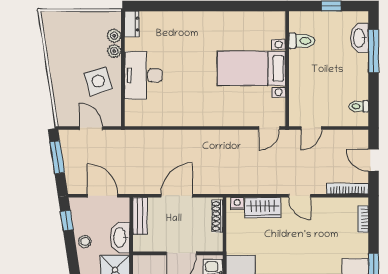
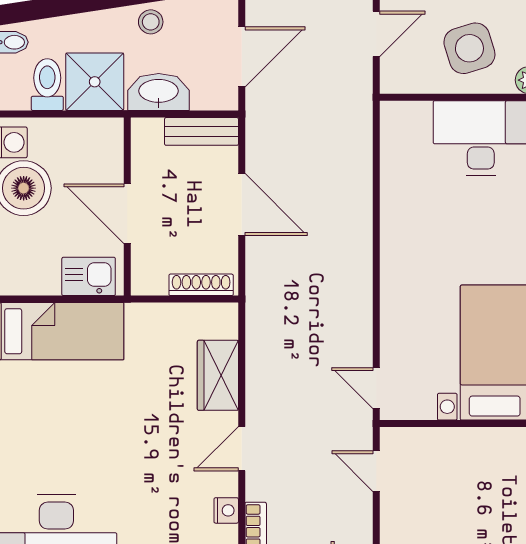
nightstand: (237, 204) -> (226, 510), moved

